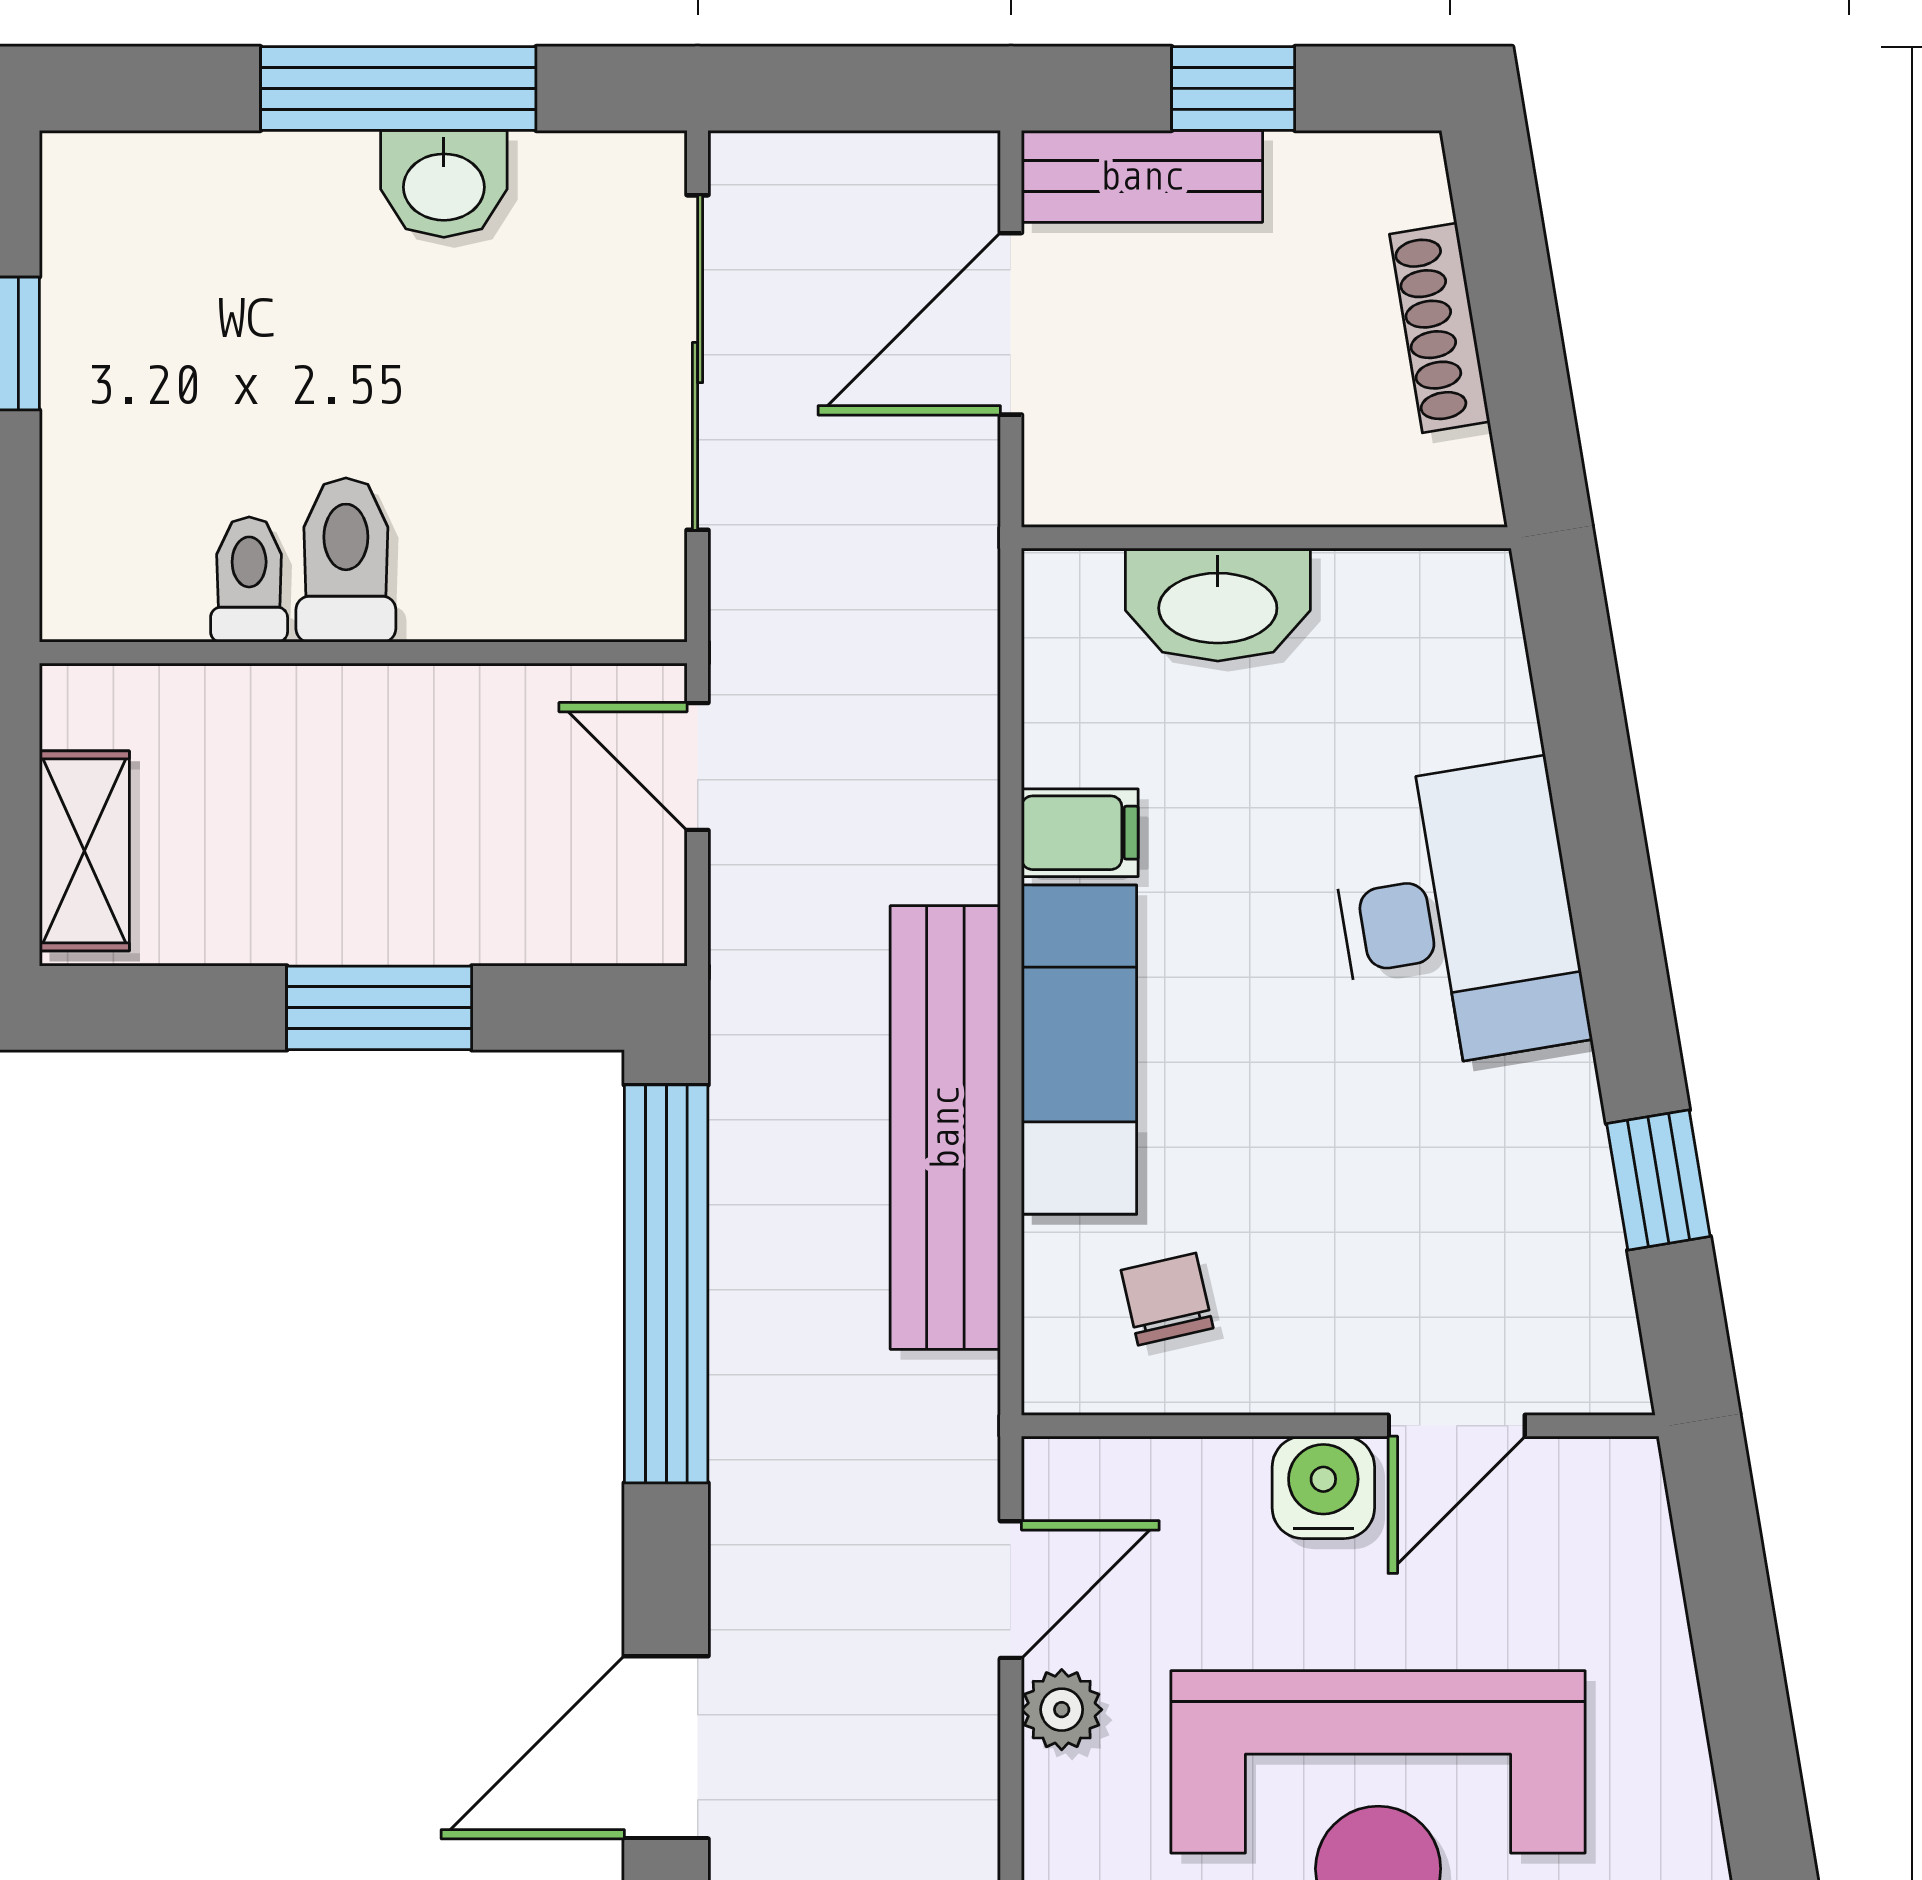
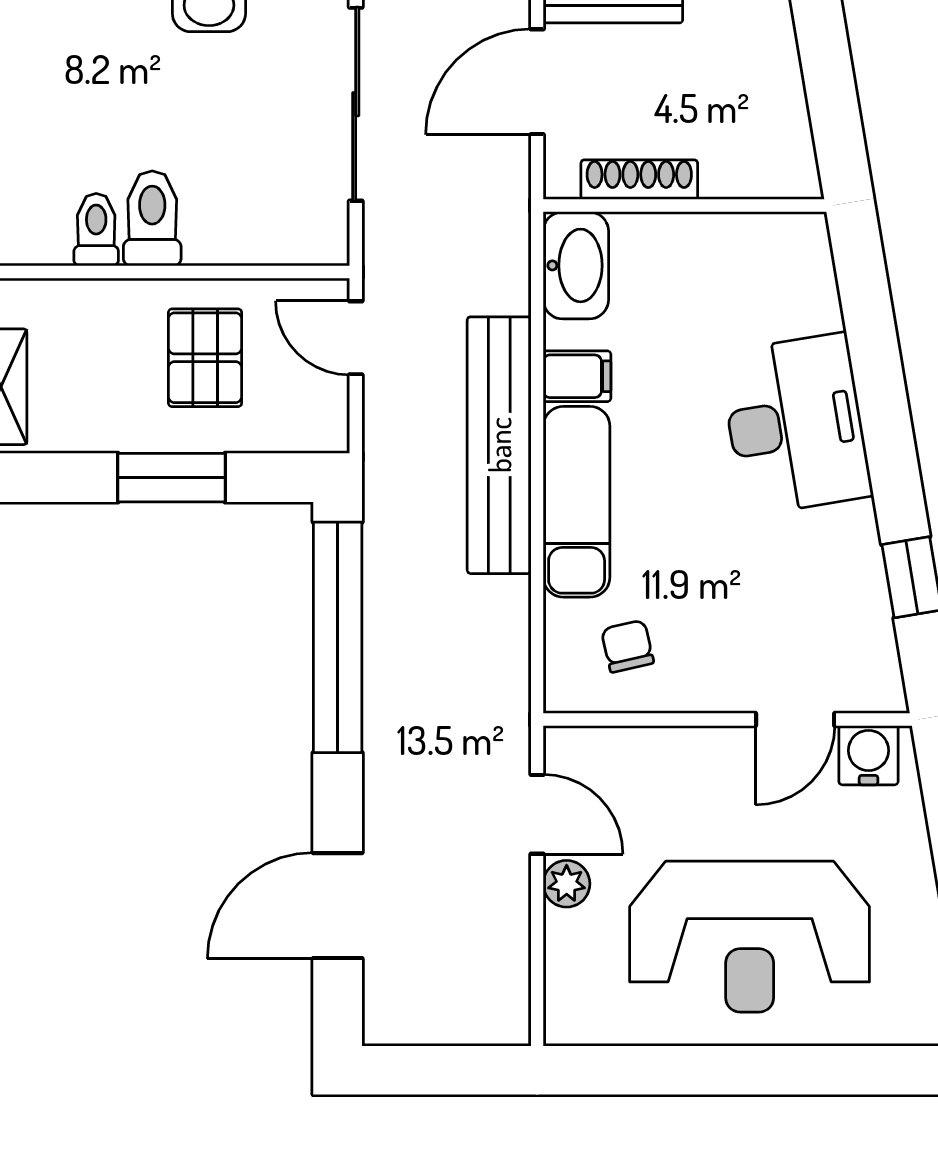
shoe rack: (1440, 328) -> (639, 180), moved, turned 99
washbasin: (1218, 605) -> (576, 265), moved, turned -90
pallet: (437, 801) -> (205, 358), added
bench: (945, 1128) -> (499, 445), moved
water cooler: (1323, 1487) -> (868, 755), moved
door: (1011, 1590) -> (537, 814), hinge flipped

